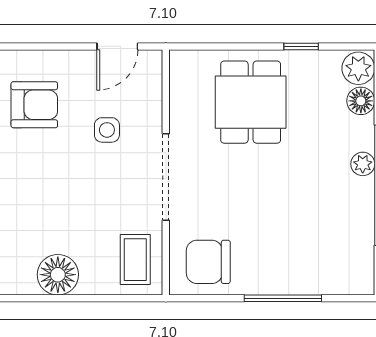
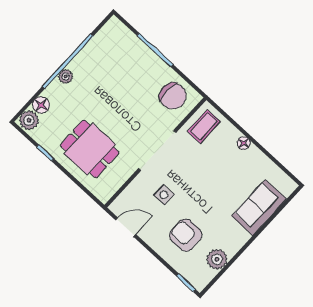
dining table: (251, 102) -> (90, 149), turned 90
floor lamp: (58, 275) -> (244, 143), width x0.53, depth x0.53

